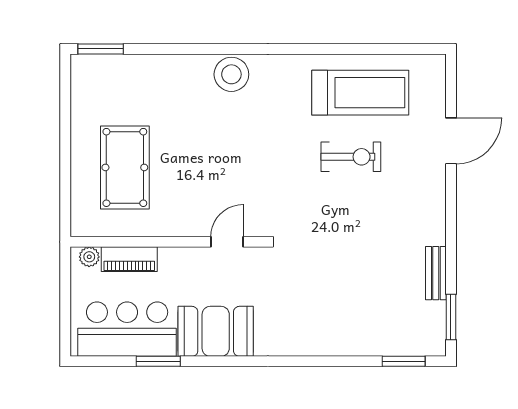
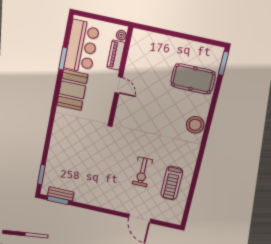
treadmill: (360, 93) -> (172, 183), width x0.73, depth x0.73
pool table: (125, 167) -> (193, 79), moved
door: (227, 242) -> (119, 85), moved
bench: (436, 273) -> (61, 194), moved

